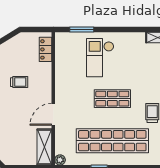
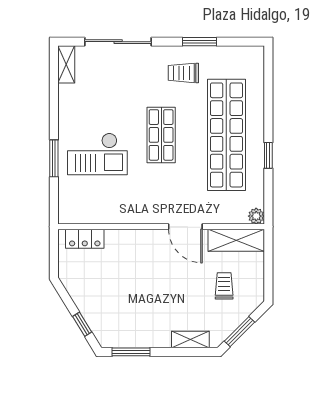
window: (82, 30) -> (54, 158), moved
trolley: (19, 82) -> (224, 286), moved

